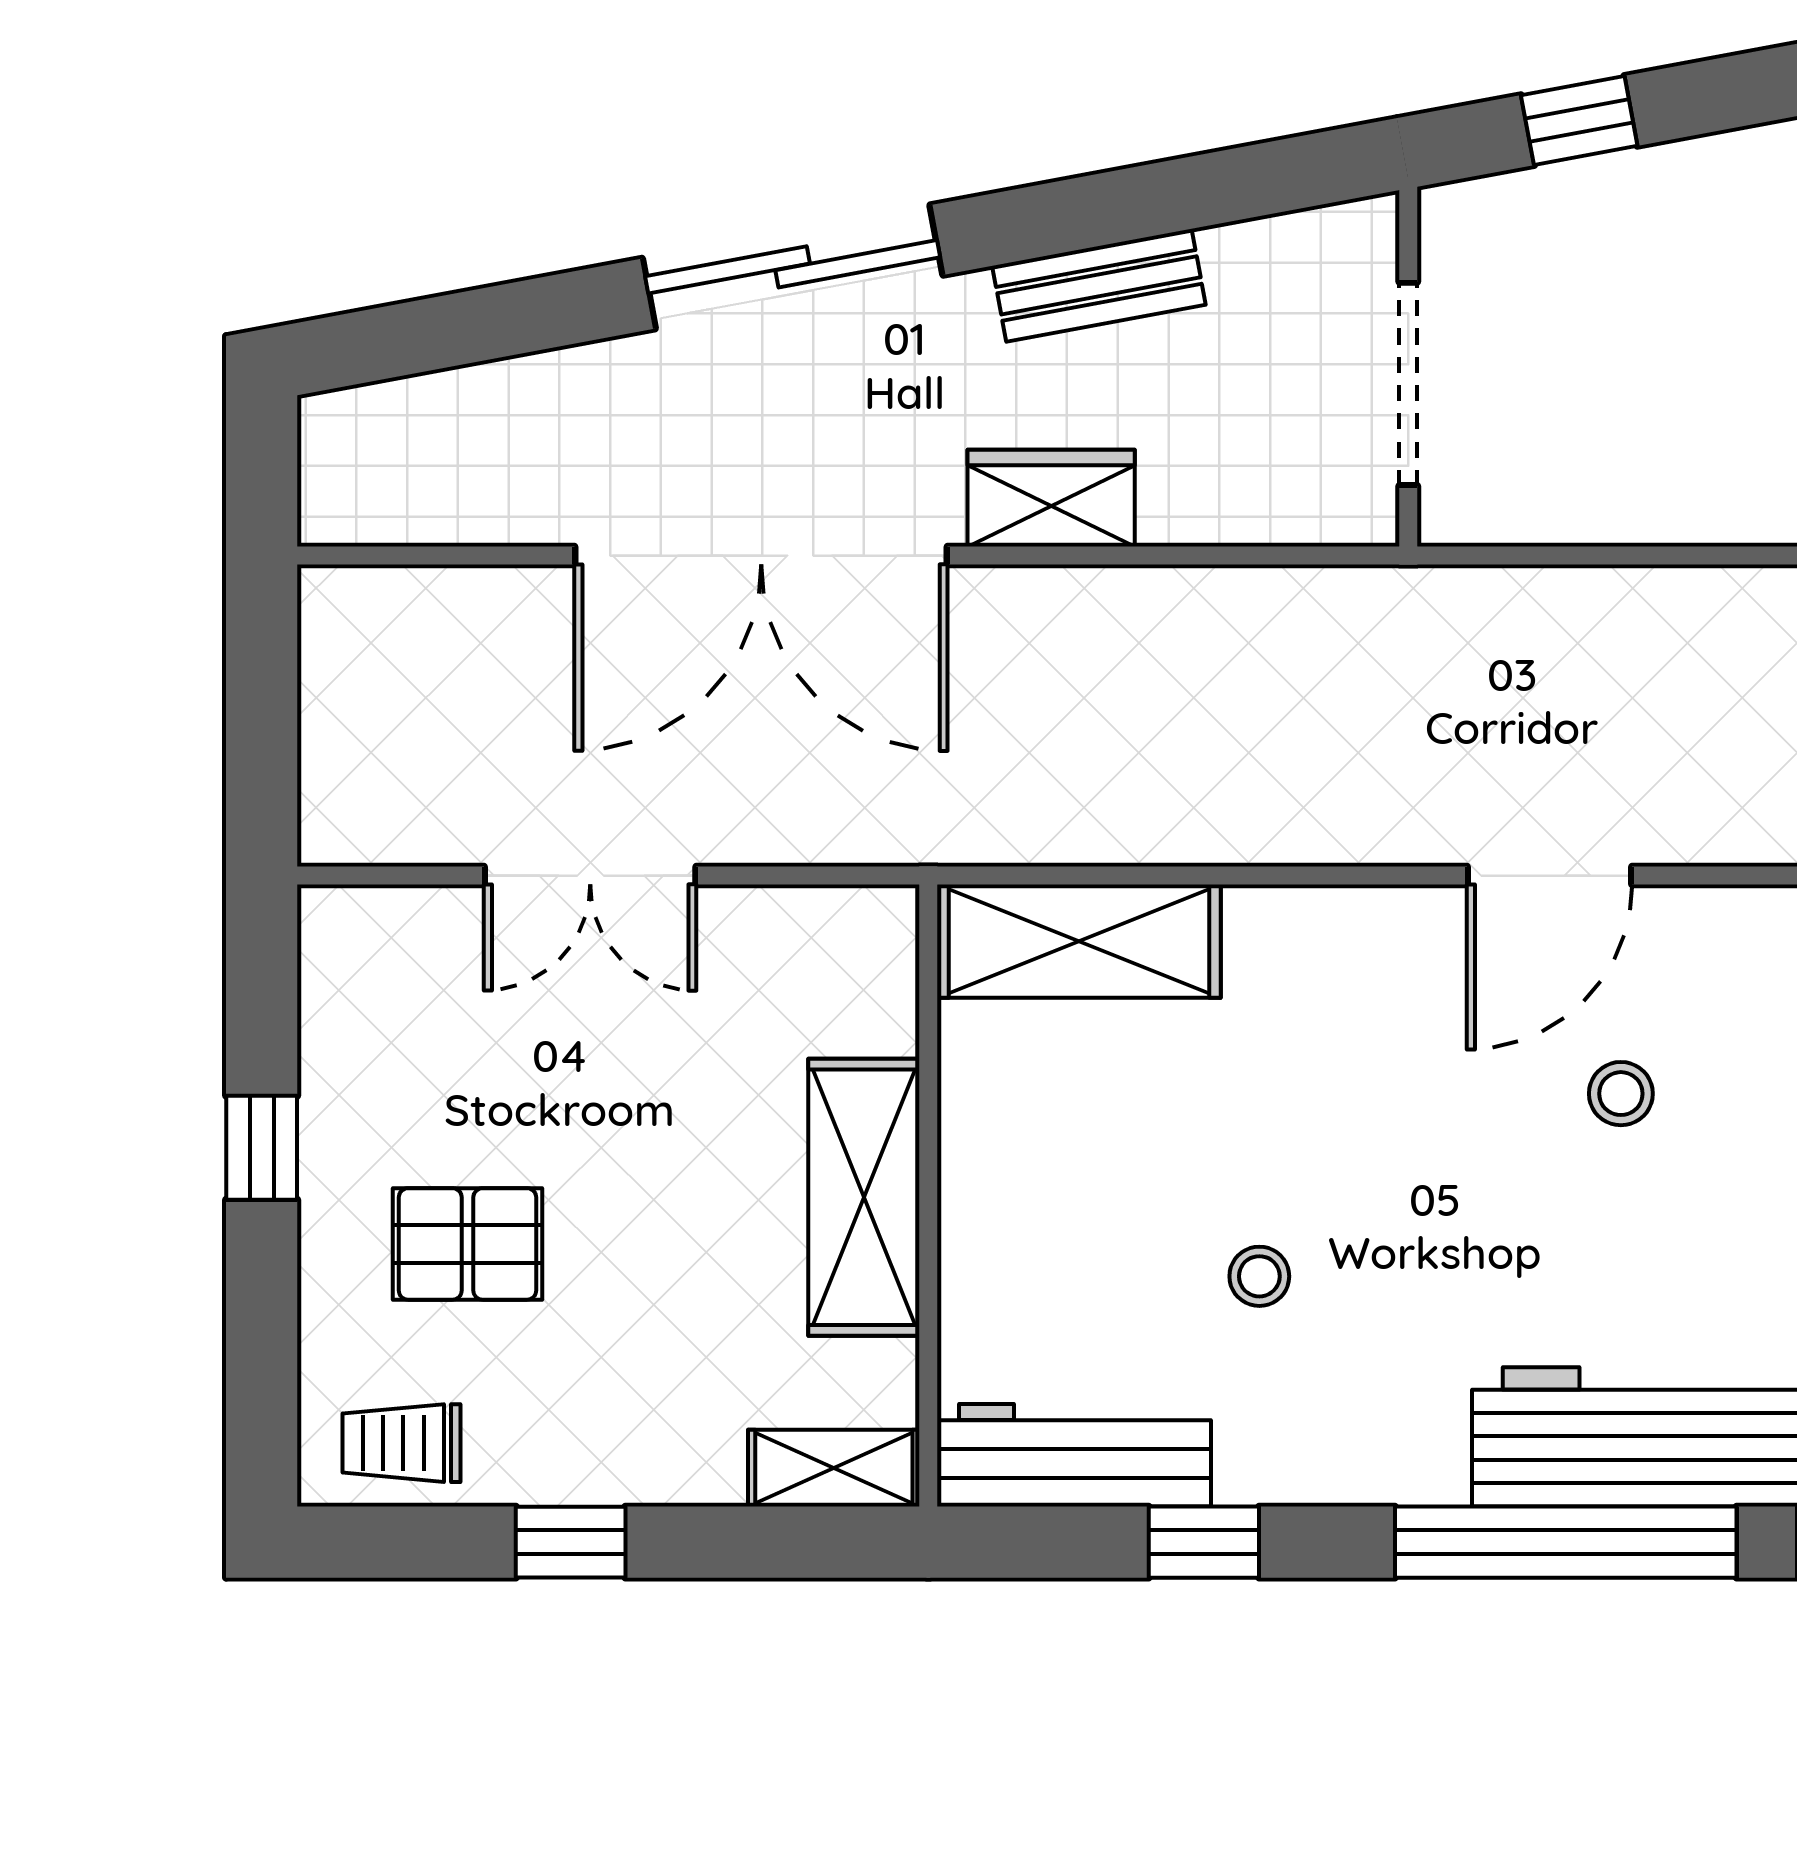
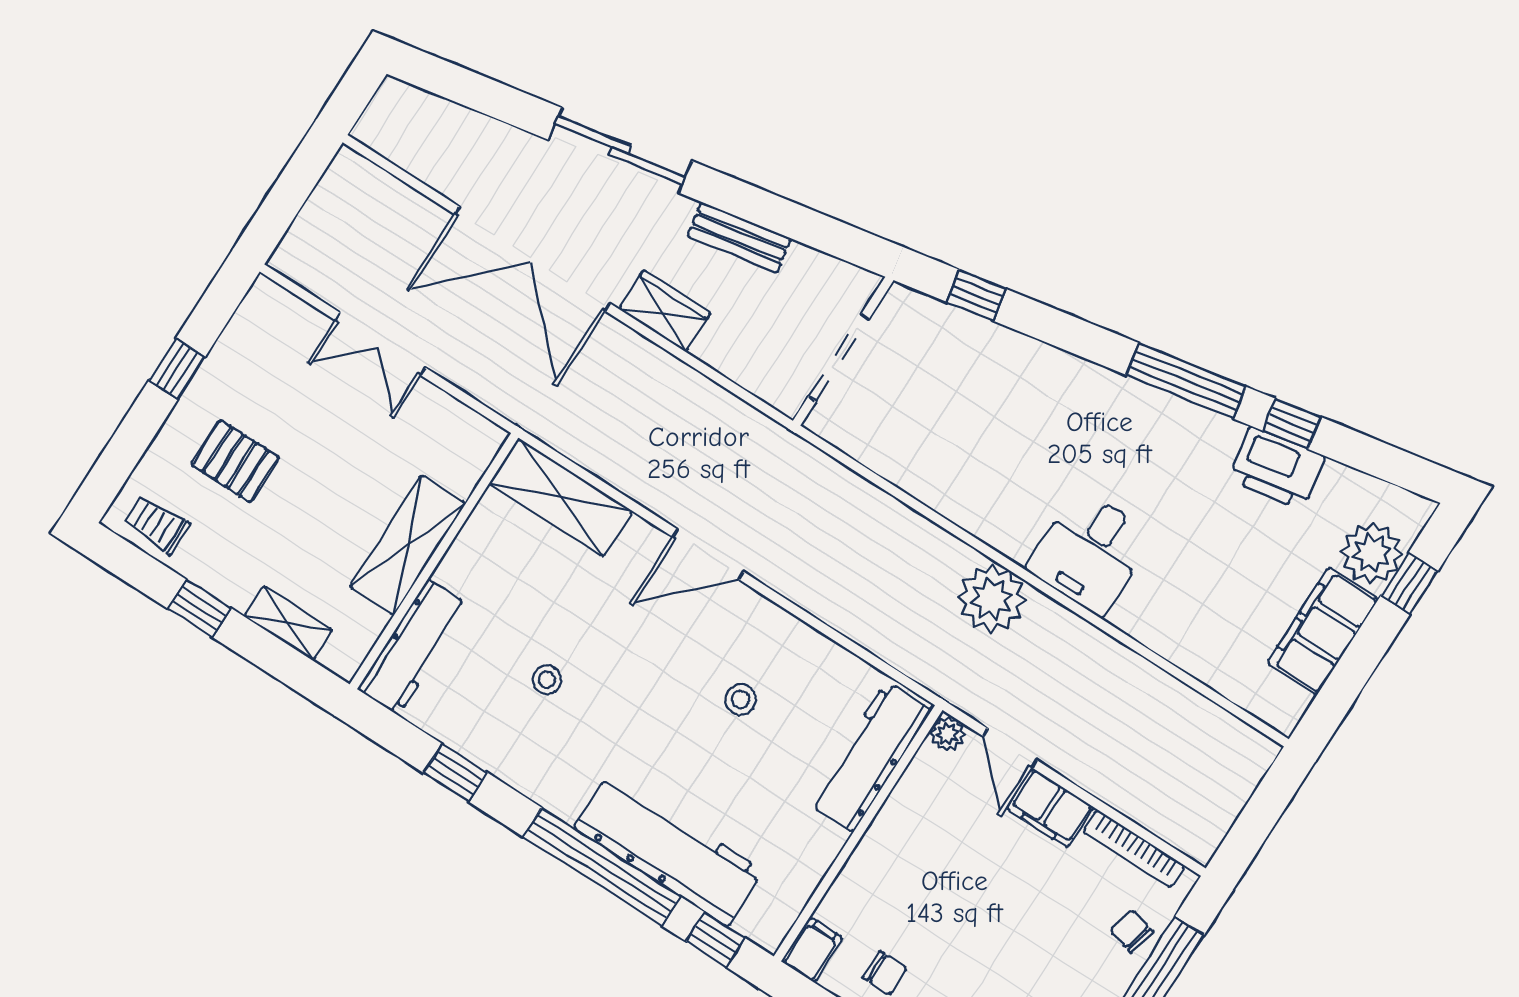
door: (1549, 876) -> (708, 554), moved
workbench: (1074, 1455) -> (413, 647), moved, turned 90
shelving: (834, 1468) -> (288, 623), moved

